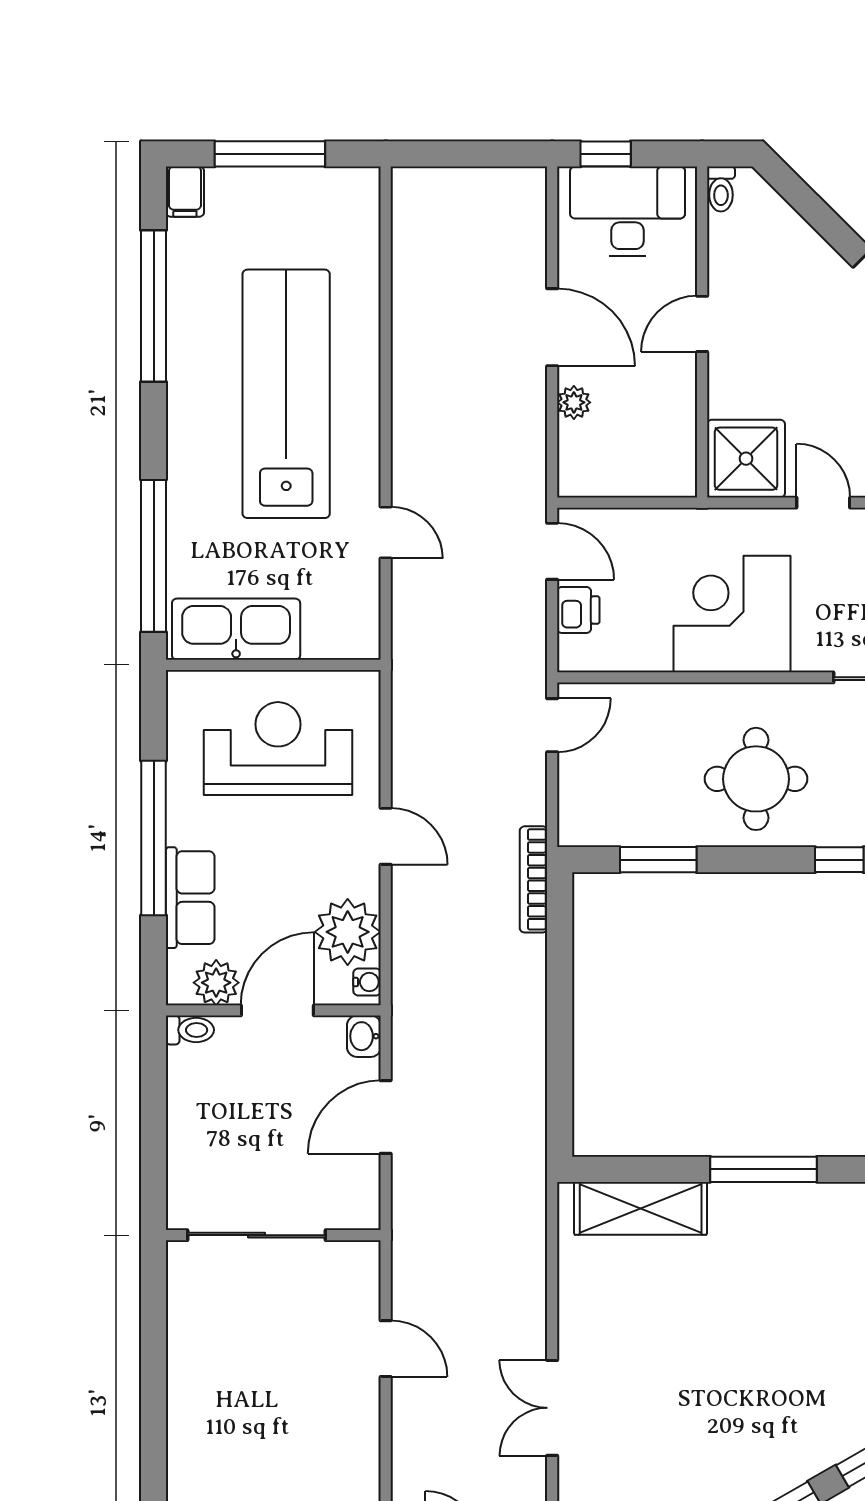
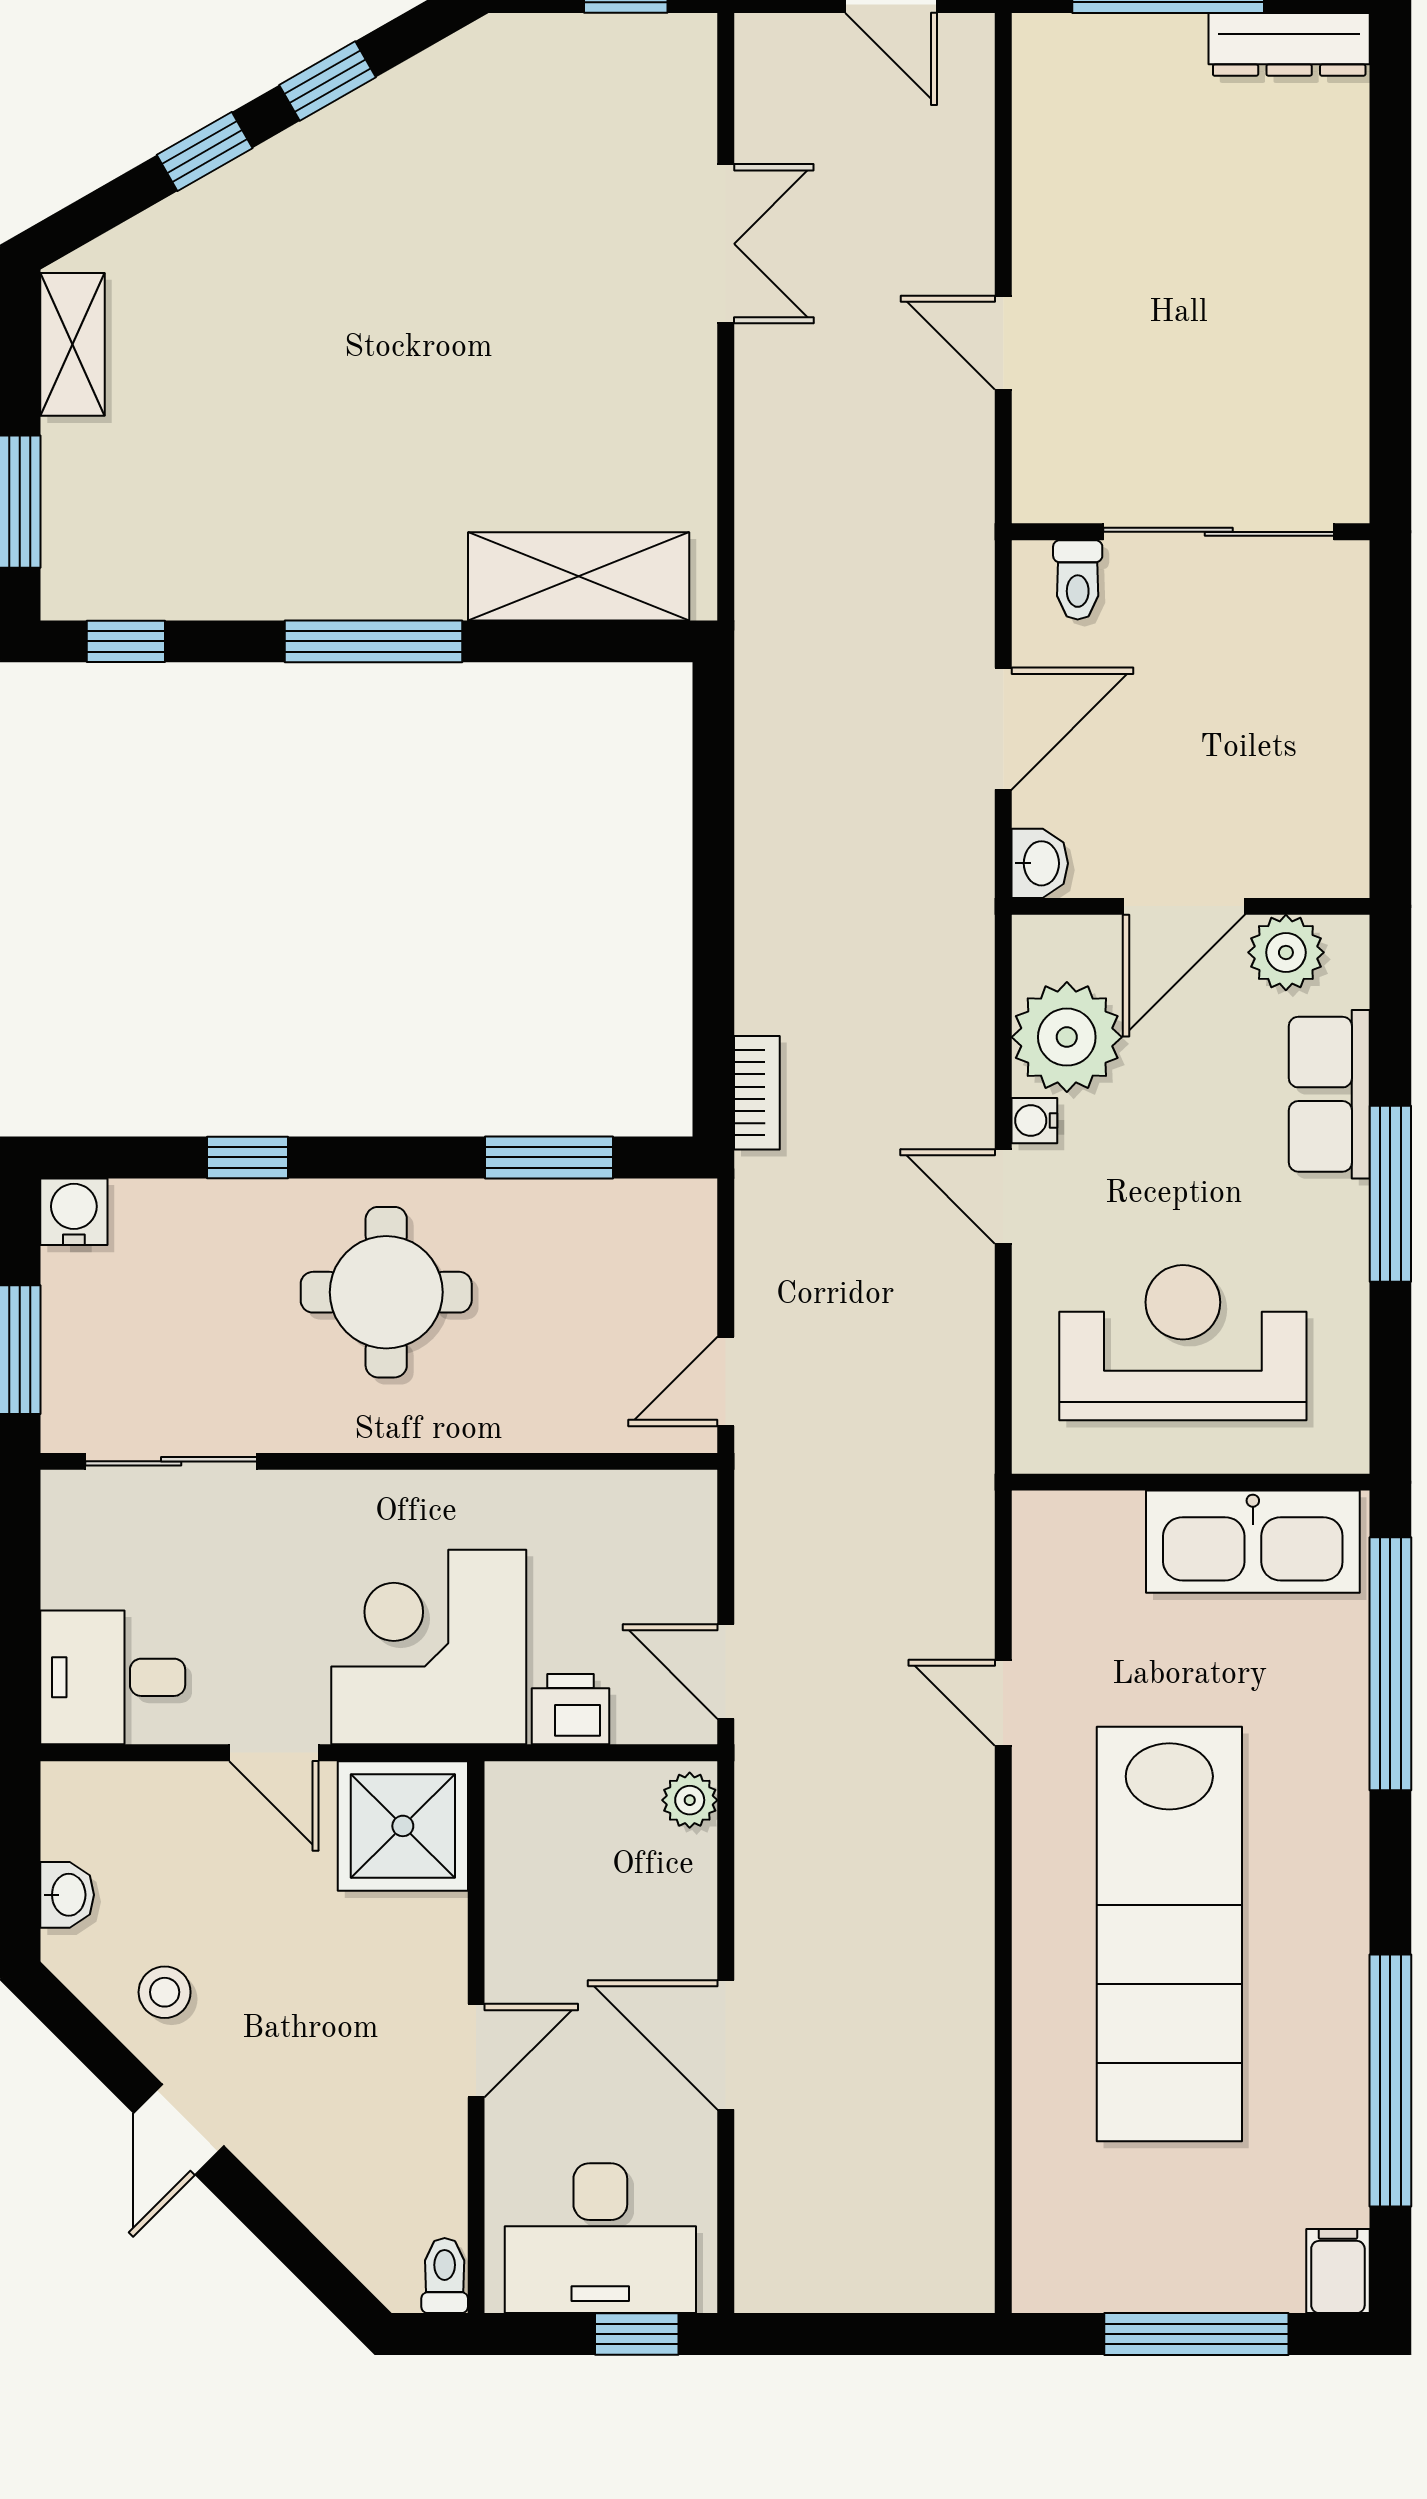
plant: (574, 402) -> (690, 1800), moved
printer: (578, 610) -> (570, 1709), moved, turned 90
corner desk: (732, 614) -> (429, 1647), moved, turned 180
reception desk: (278, 749) -> (1183, 1343), turned 180
window: (154, 838) -> (1390, 1194), width x0.68
bookcase: (534, 879) -> (757, 1093), width x0.64
water cooler: (367, 982) -> (1034, 1121), moved
toilet: (190, 1030) -> (1078, 580), moved, turned -90

